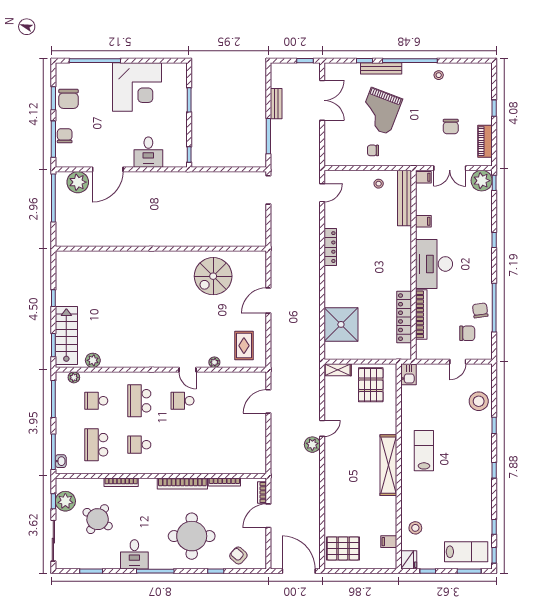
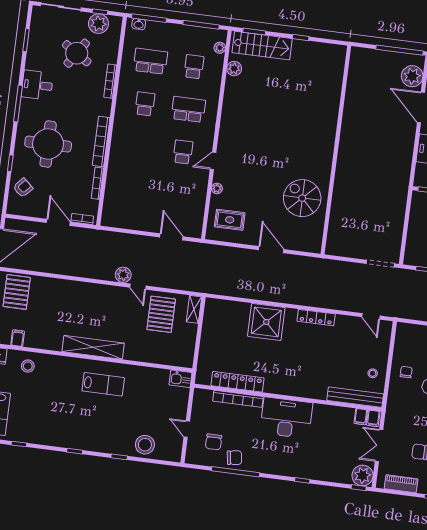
filing cabinet: (423, 221) -> (361, 417), moved
shower: (341, 324) -> (266, 322), moved
pallet: (371, 385) -> (161, 314), moved, turned 90

